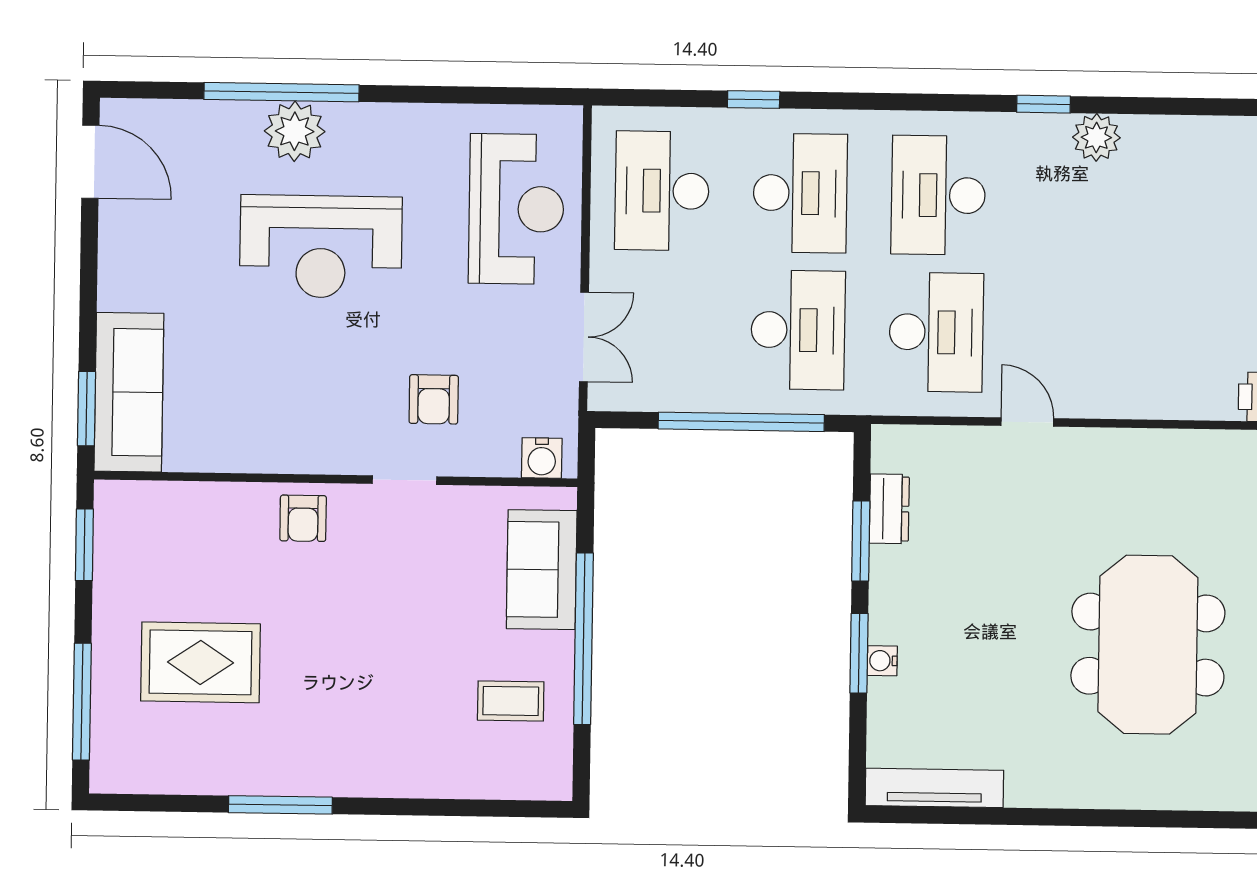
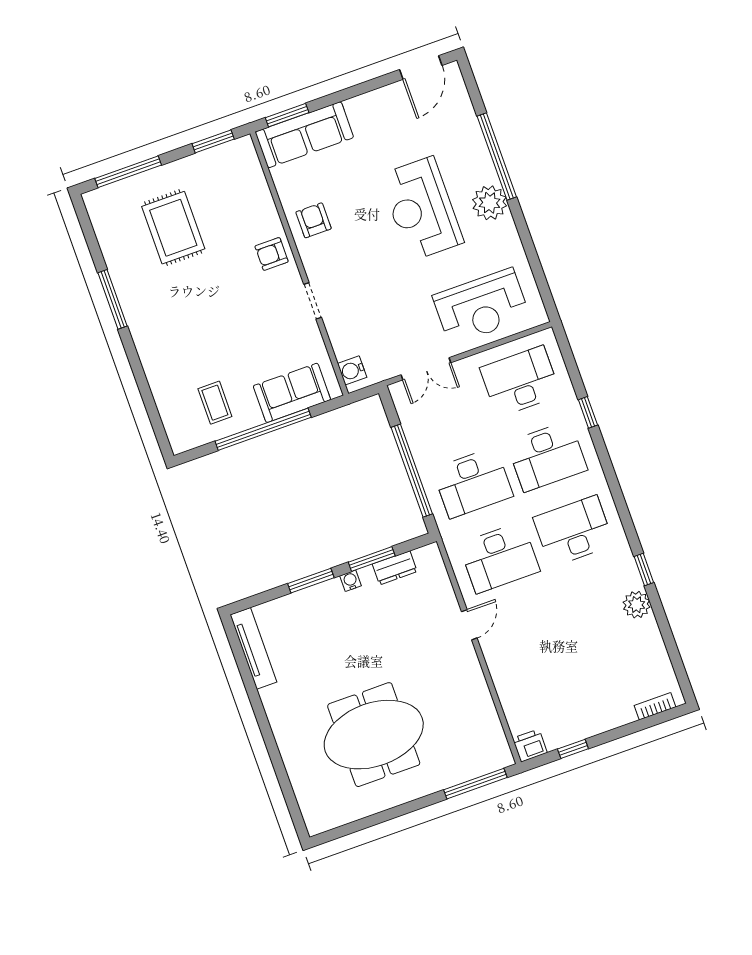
plant: (295, 131) -> (490, 203), moved
armchair: (434, 399) -> (314, 220), moved, turned 90
water cooler: (882, 661) -> (351, 581), moved

